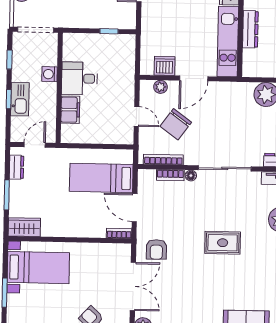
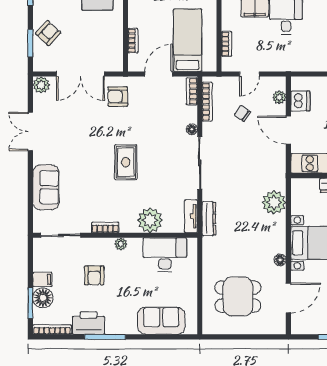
chair: (176, 124) -> (242, 113), width x0.54, depth x0.54
bookcase: (106, 139) -> (227, 44), added
bookcase: (170, 175) -> (192, 91), moved
bookcase: (119, 233) -> (133, 41), moved

